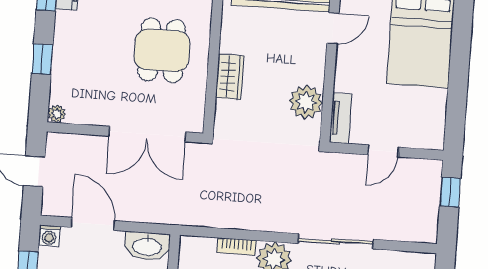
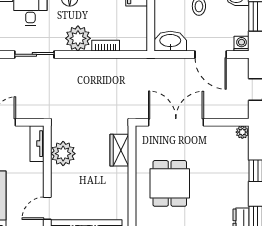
wardrobe: (230, 77) -> (119, 150), moved
sliding door: (336, 241) -> (34, 54), width x0.73

